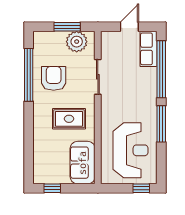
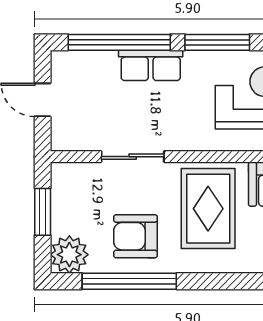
plant: (77, 42) -> (69, 255), moved
row of seats: (148, 49) -> (151, 65), moved
rug: (69, 119) -> (208, 209), width x1.36, depth x1.43

